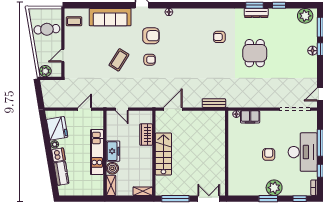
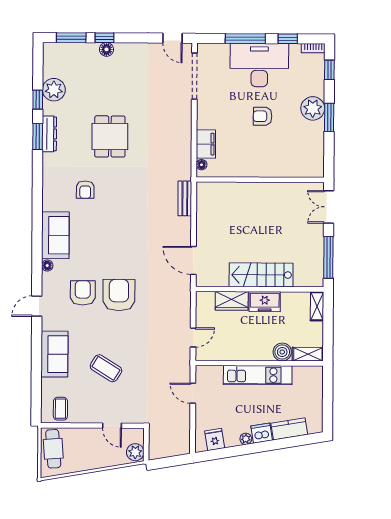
plant: (305, 16) -> (54, 90), moved
sofa: (110, 17) -> (54, 354), width x0.73
sofa: (189, 17) -> (55, 235), added
cafe table: (47, 29) -> (53, 449), moved
dining table: (255, 53) -> (110, 136), turned 90
coffee table: (119, 60) -> (106, 368), moved
armchair: (150, 60) -> (119, 295), width x1.88, depth x1.88
fridge: (57, 128) -> (215, 439), width x0.53, depth x0.75
freezer: (113, 151) -> (265, 302), moved, turned 180

